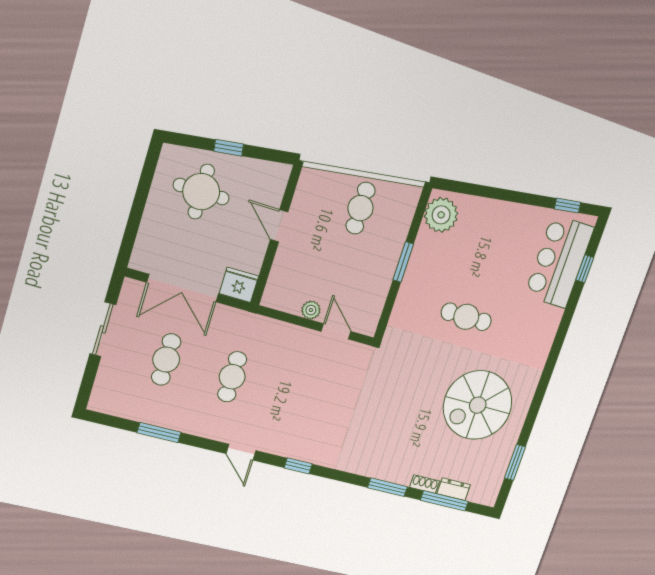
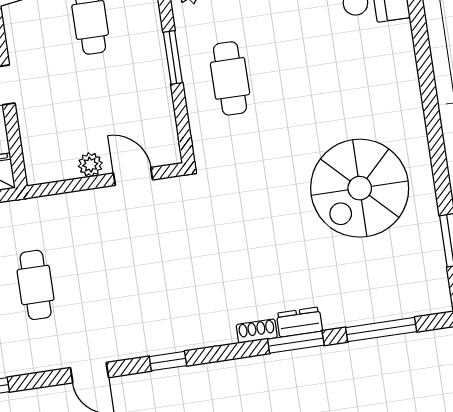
cafe table: (466, 317) -> (230, 78), moved, turned 90
shoe rack: (425, 484) -> (257, 331), moved
dresser: (454, 489) -> (299, 322), moved

